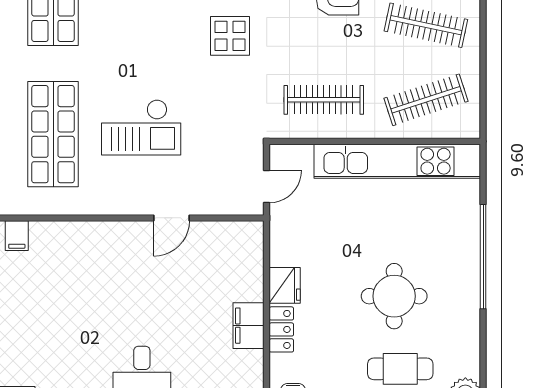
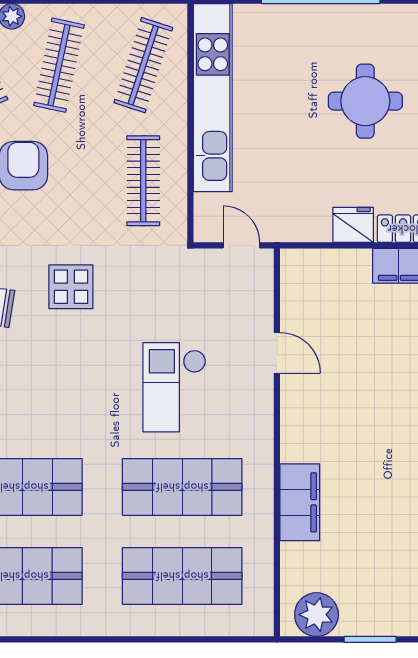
clothes rail: (426, 100) -> (143, 65), turned 36
checkout: (141, 127) -> (174, 387), turned 180
filing cabinet: (17, 236) -> (300, 502), width x3.00, depth x1.17

